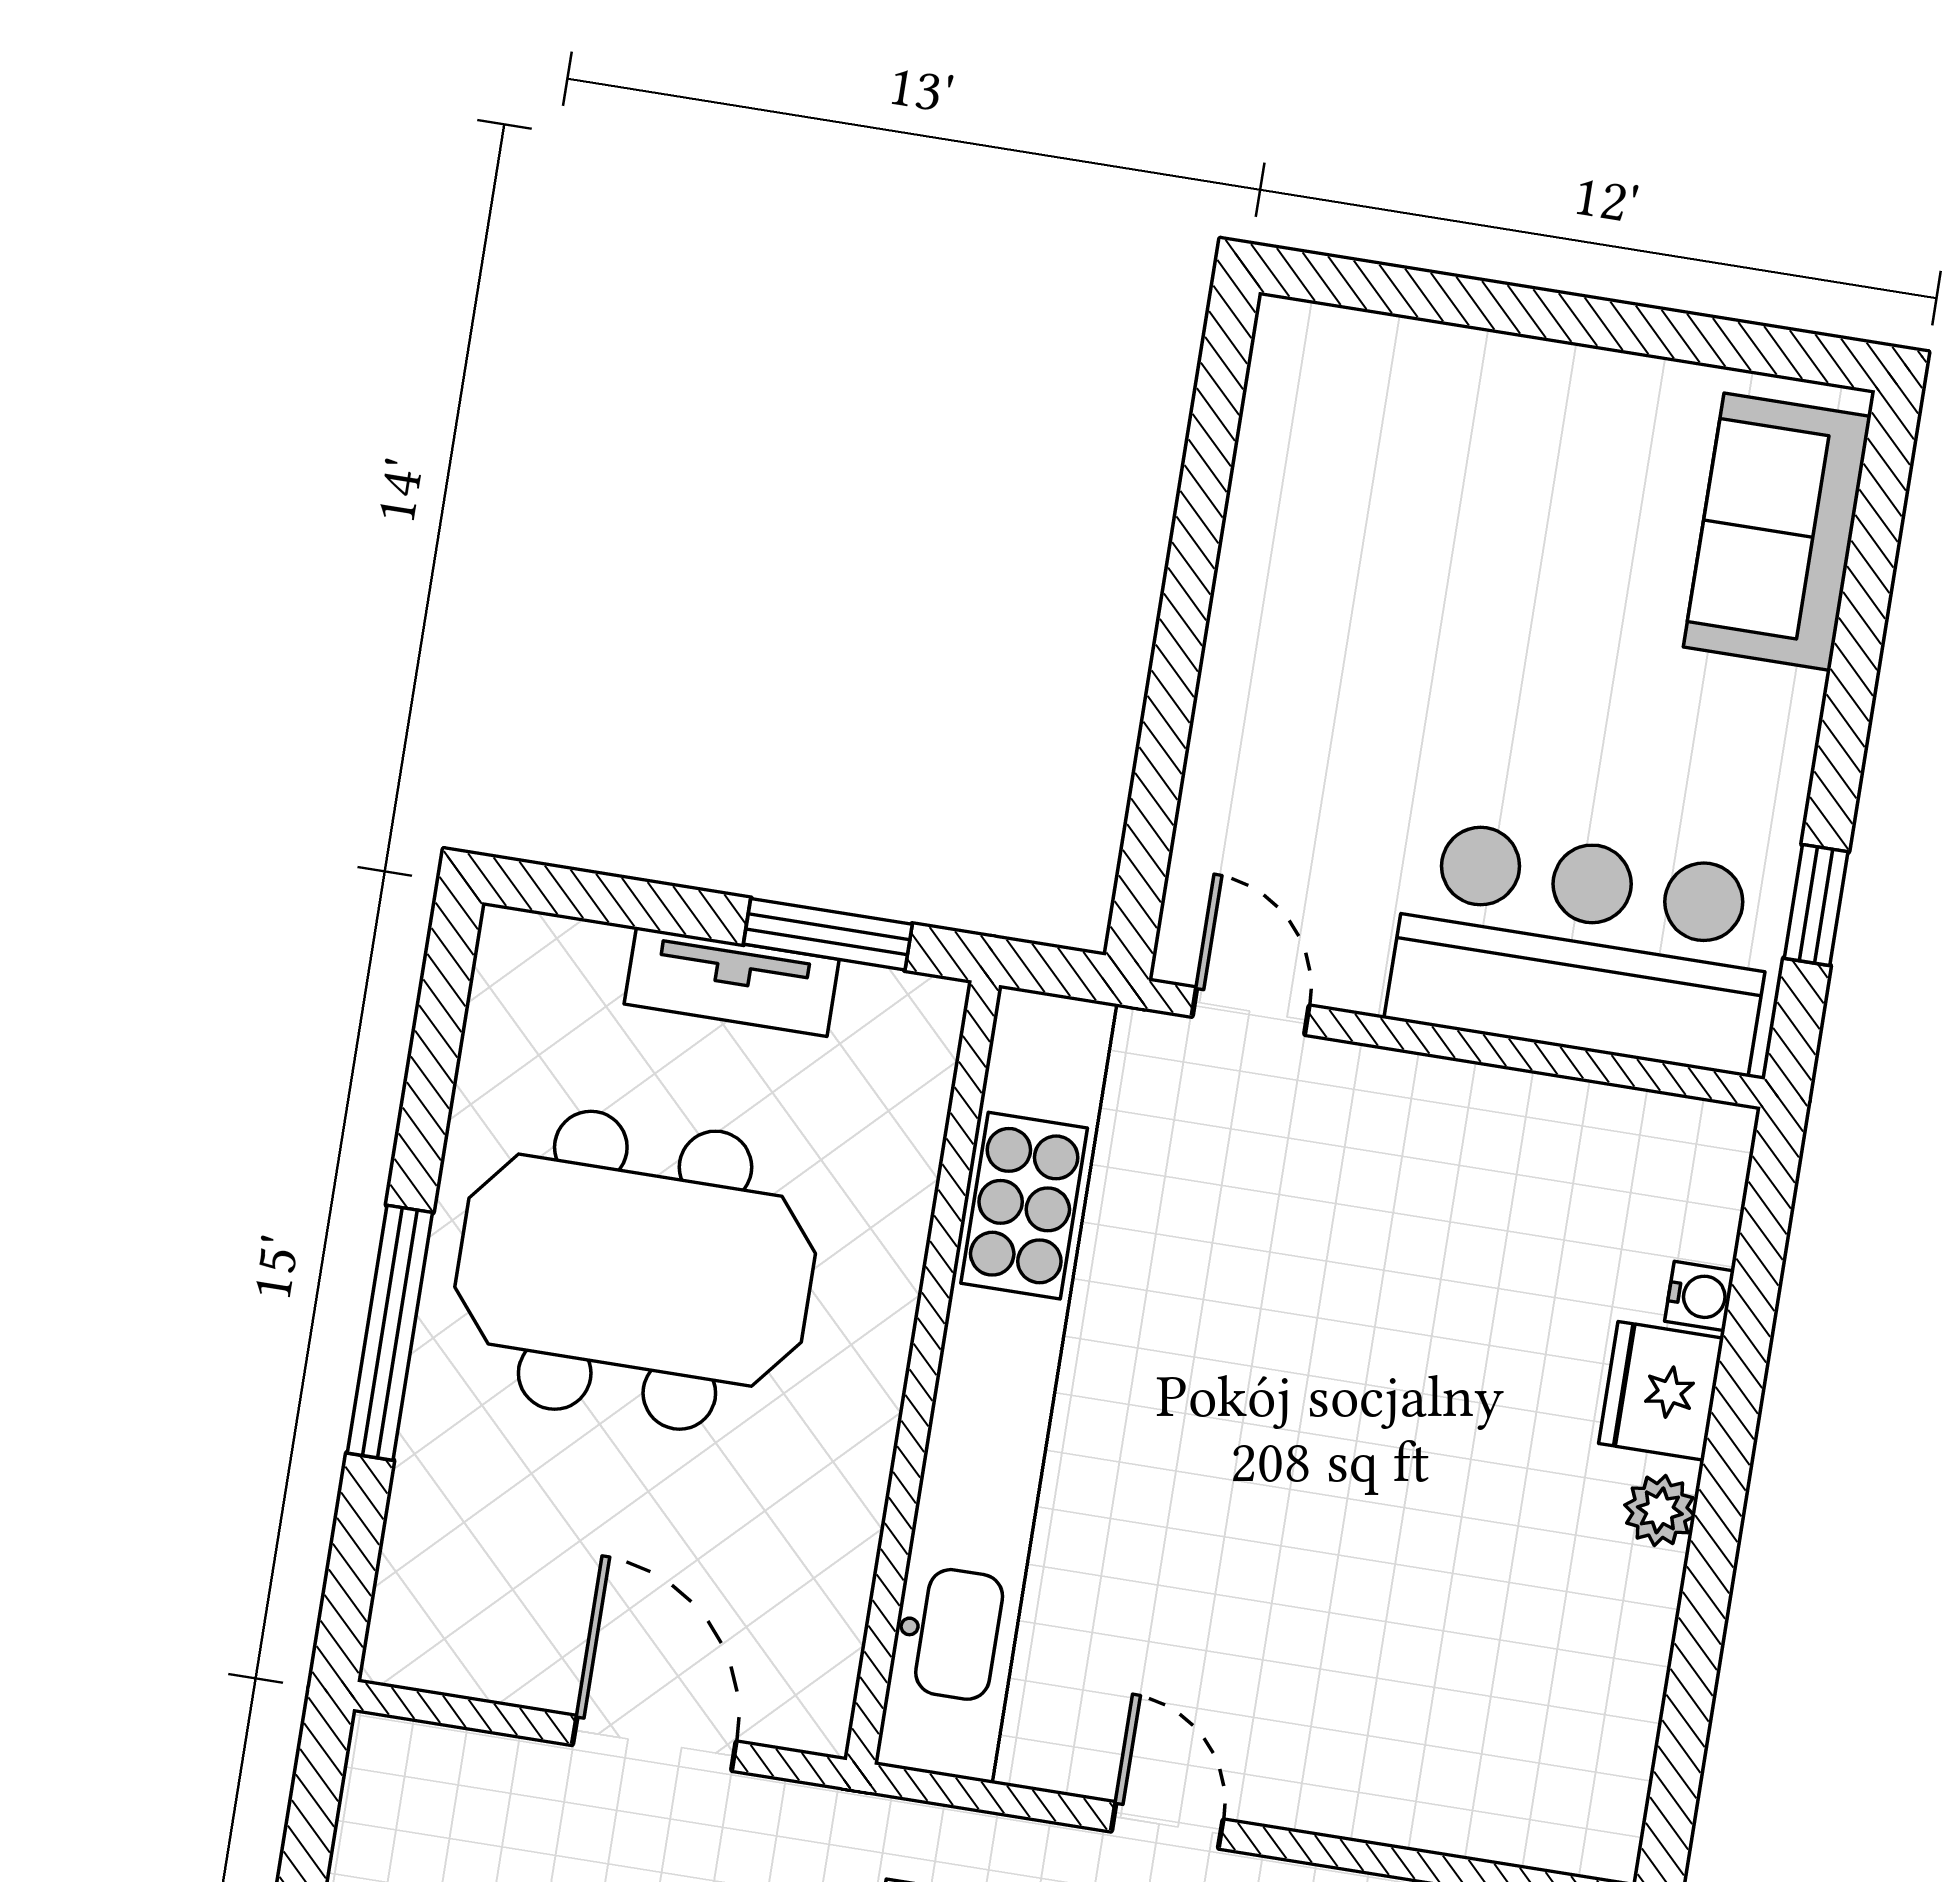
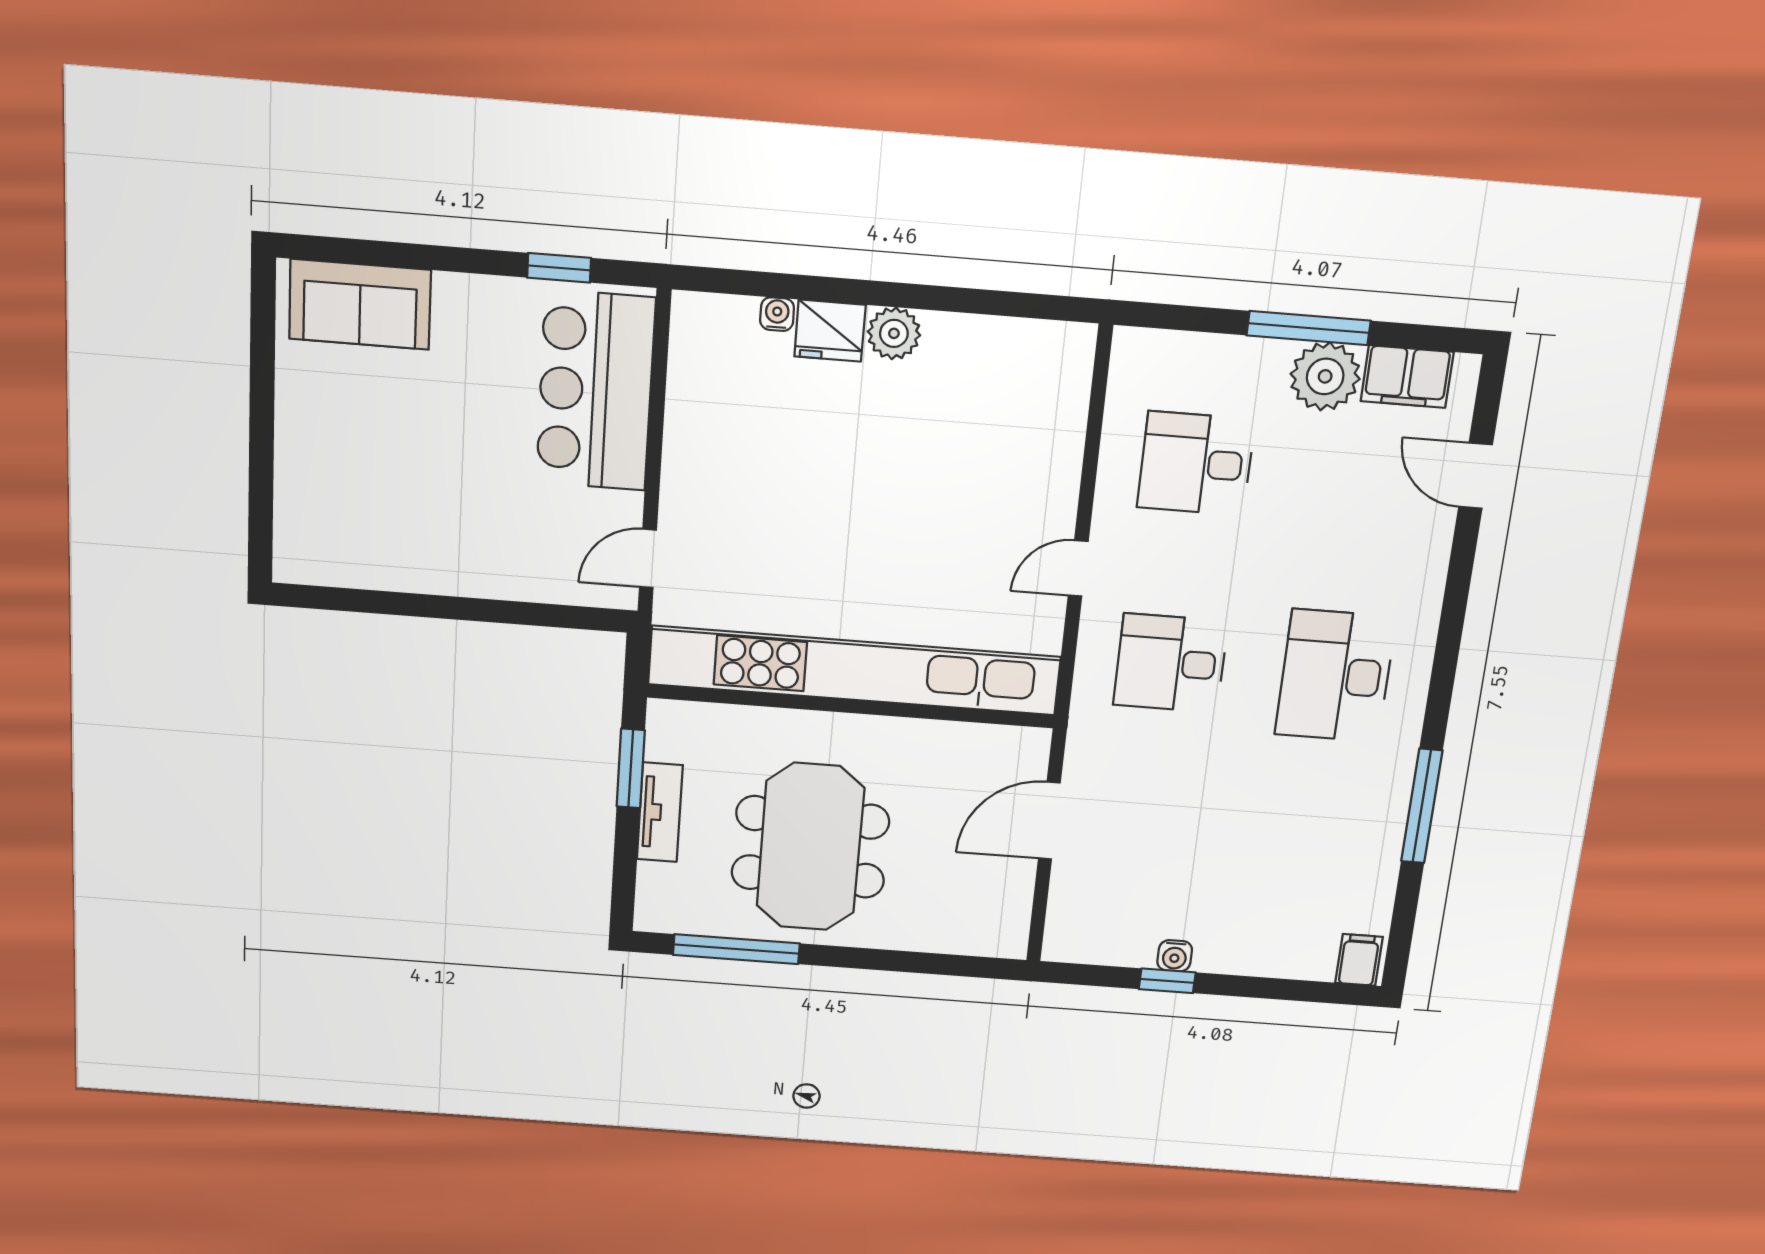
window: (390, 1333) -> (736, 949), moved
plant: (1660, 1510) -> (894, 333), width x1.38, depth x1.38

